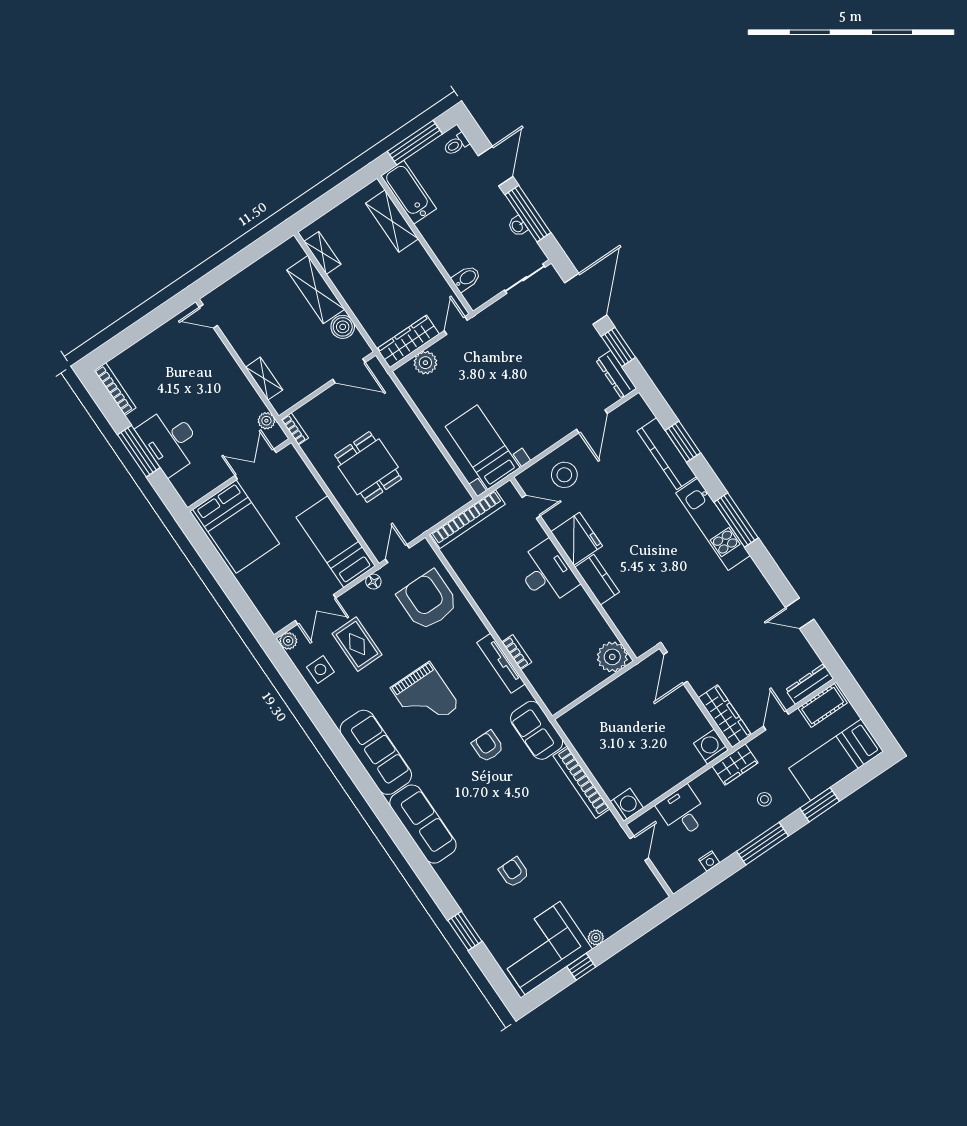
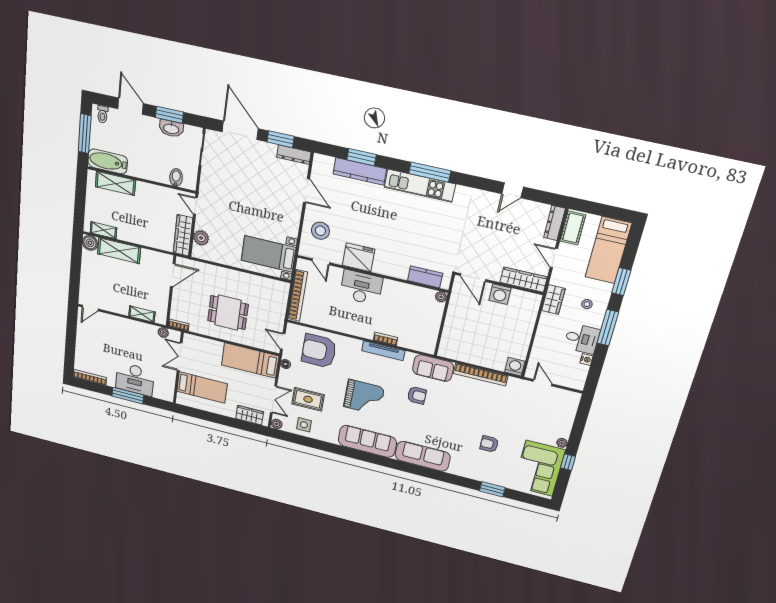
window: (528, 214) -> (169, 115), width x0.69
washbasin: (518, 226) -> (171, 129), width x1.91, depth x1.45
boiler: (343, 327) -> (90, 243), moved
door: (531, 507) -> (321, 262), swing flipped
bed: (236, 527) -> (202, 387), width x0.67
kitchen counter: (597, 580) -> (425, 277), moved
wardrobe: (266, 603) -> (250, 415), added
plant: (612, 657) -> (441, 297), width x0.53, depth x0.53
armchair: (488, 746) -> (417, 395), turned 180
washing machine: (711, 747) -> (500, 294), moved, turned -90
desk: (683, 812) -> (582, 339), moved, turned 180

